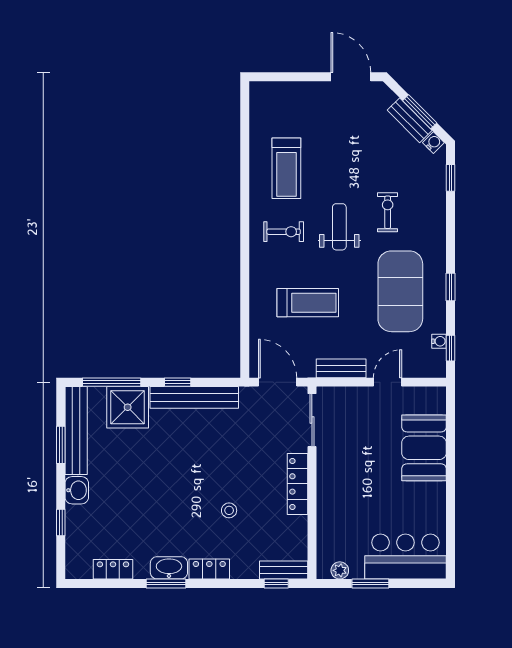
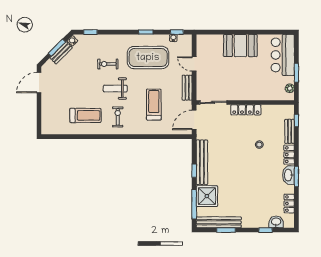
booth: (424, 448) -> (240, 46), moved
washbasin: (77, 490) -> (276, 222), moved
bench: (284, 570) -> (290, 131), moved

